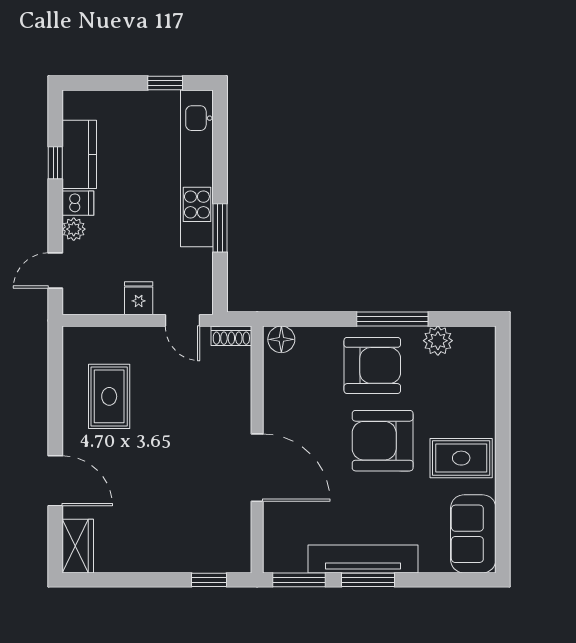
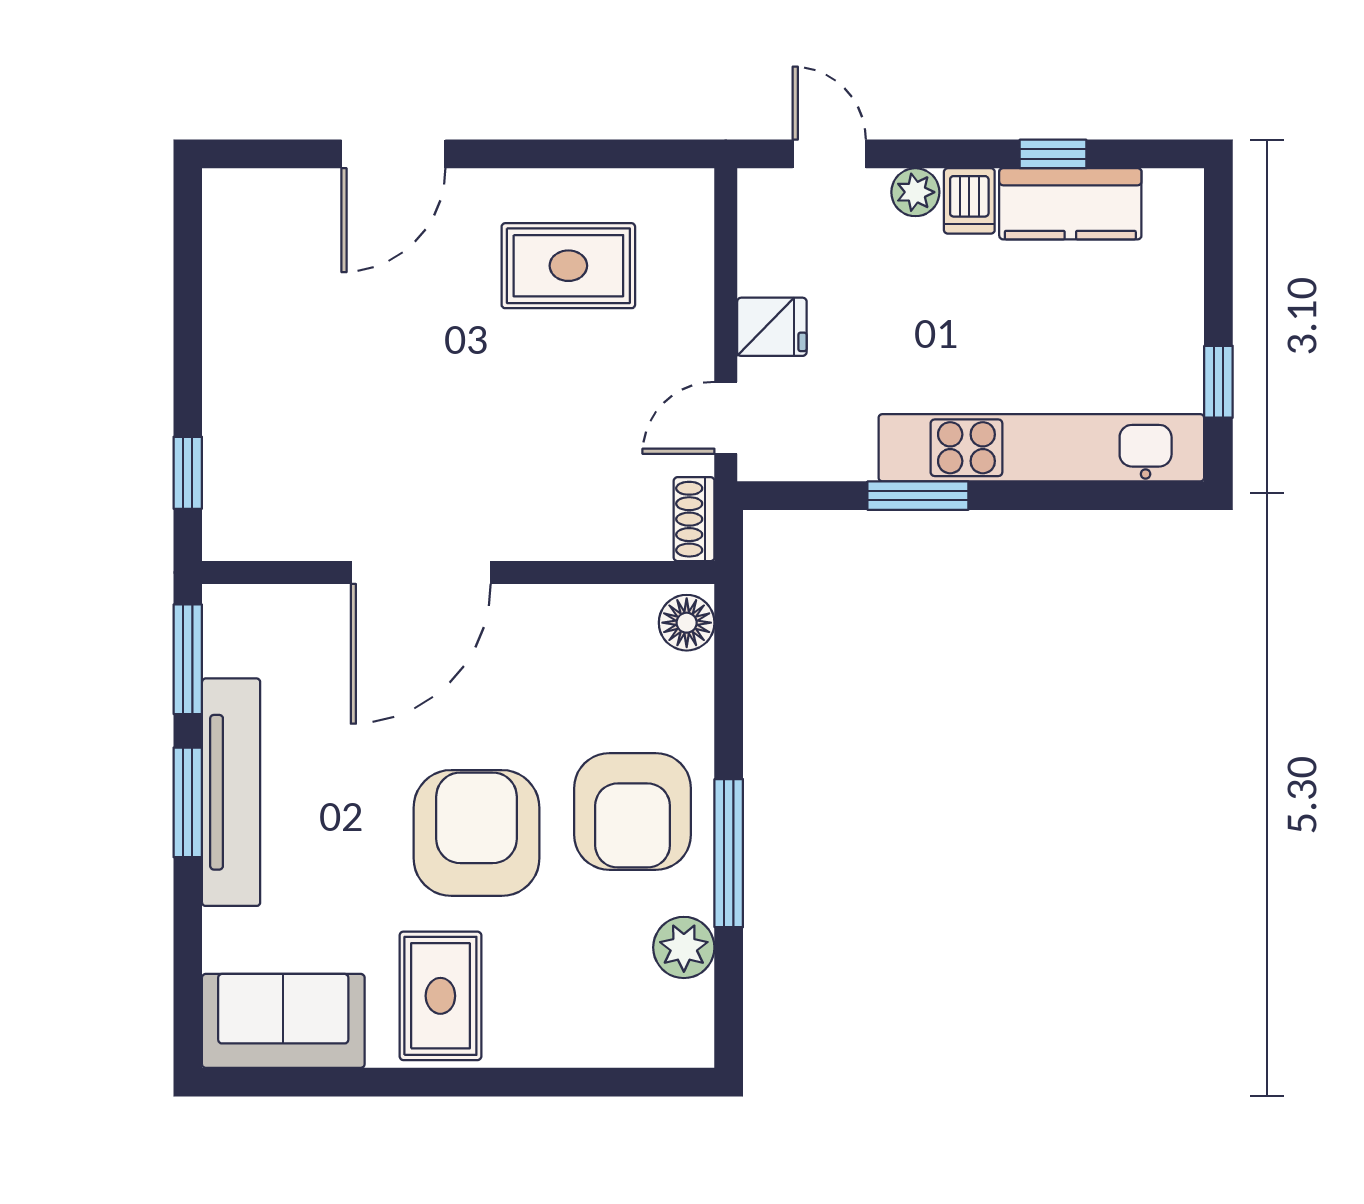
wardrobe: (78, 546) -> (258, 201), removed

